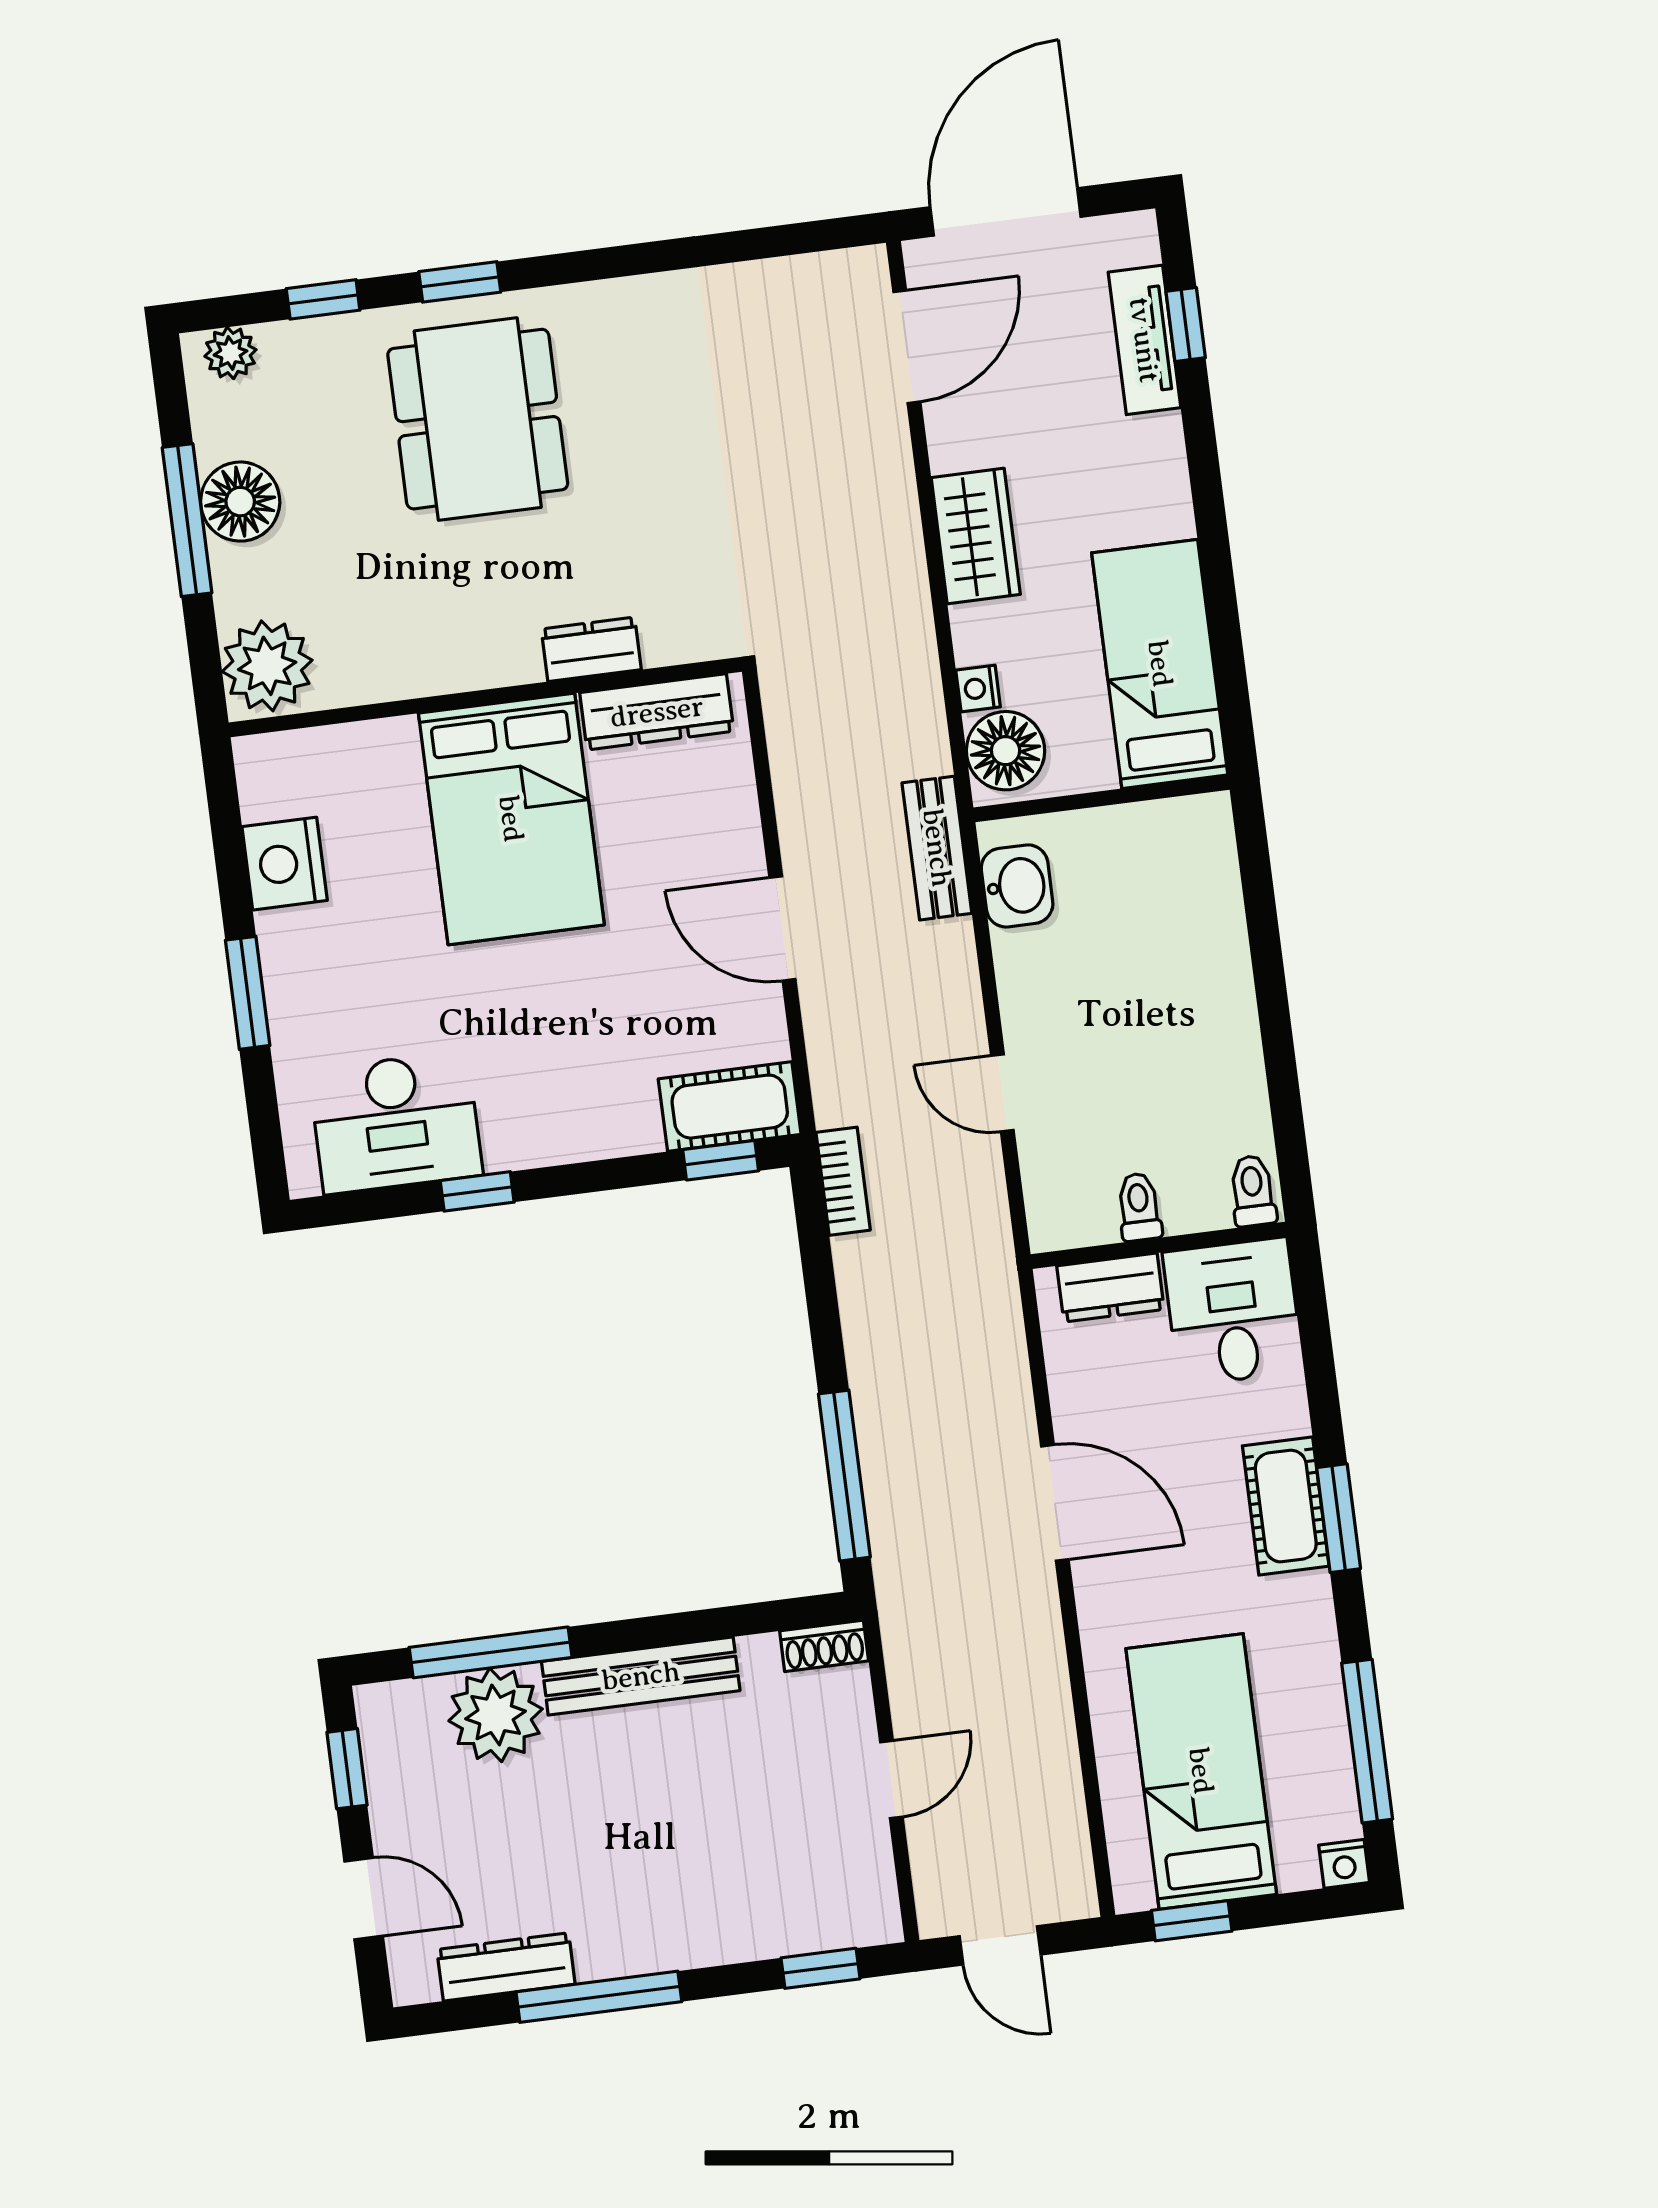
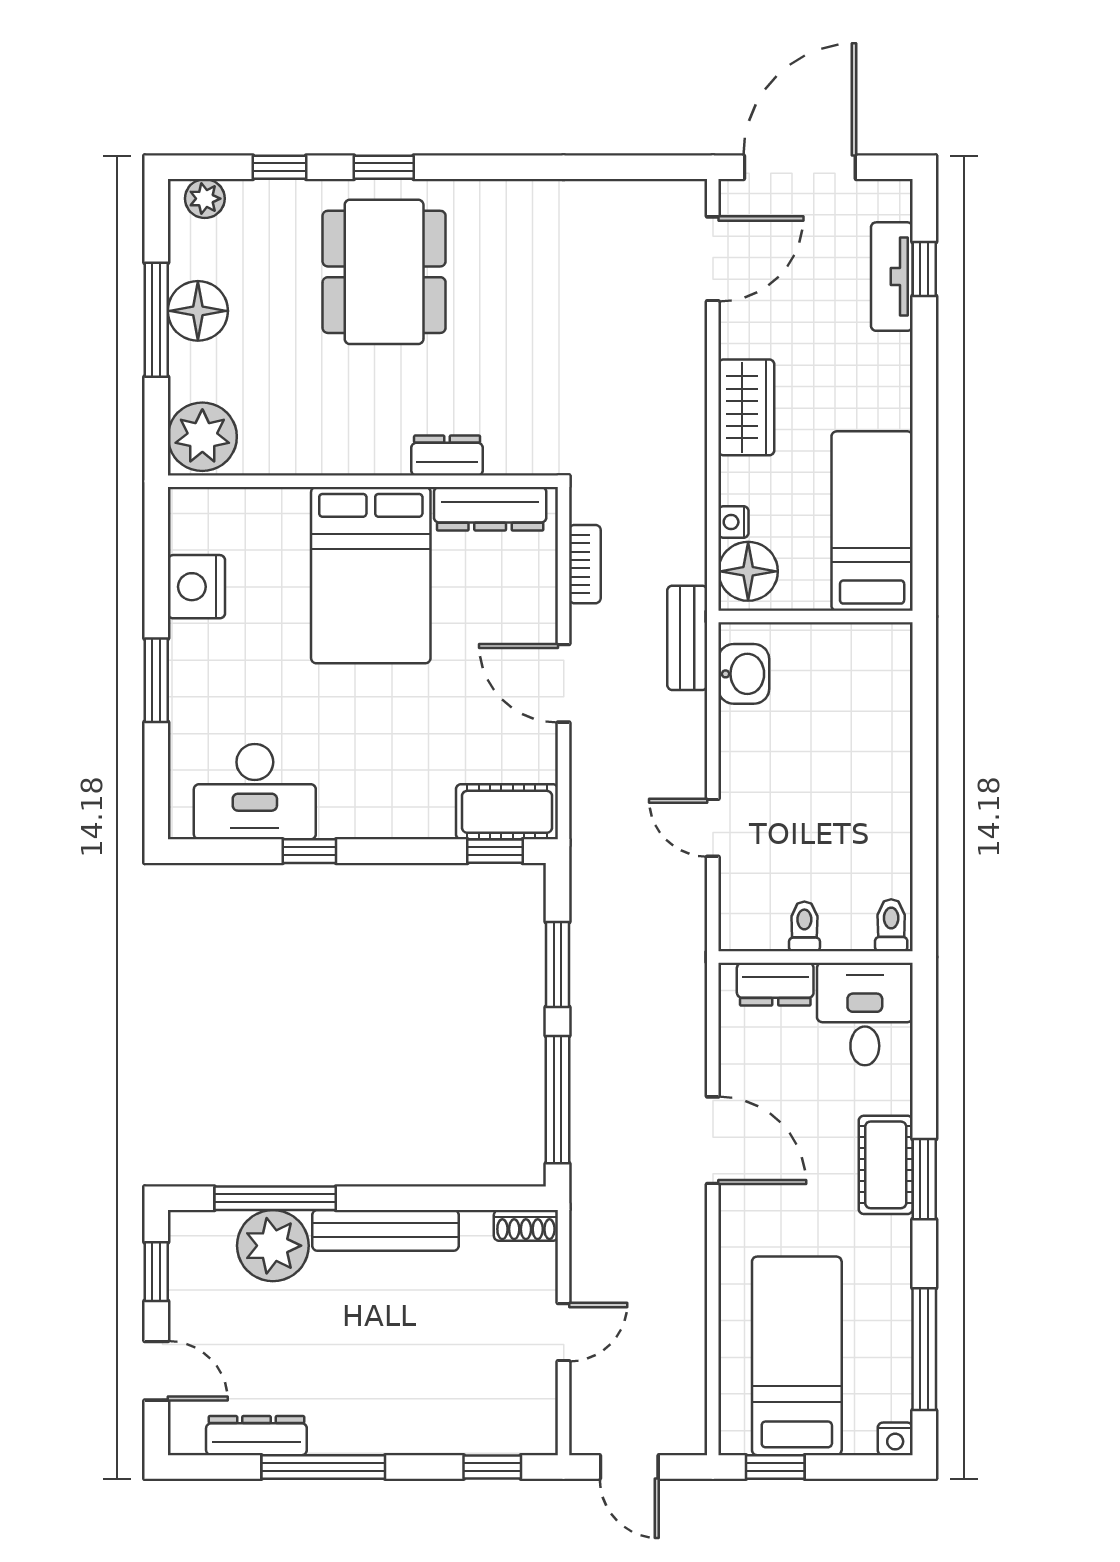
bookcase: (843, 1181) -> (585, 564), moved
window: (822, 1298) -> (557, 964), added

